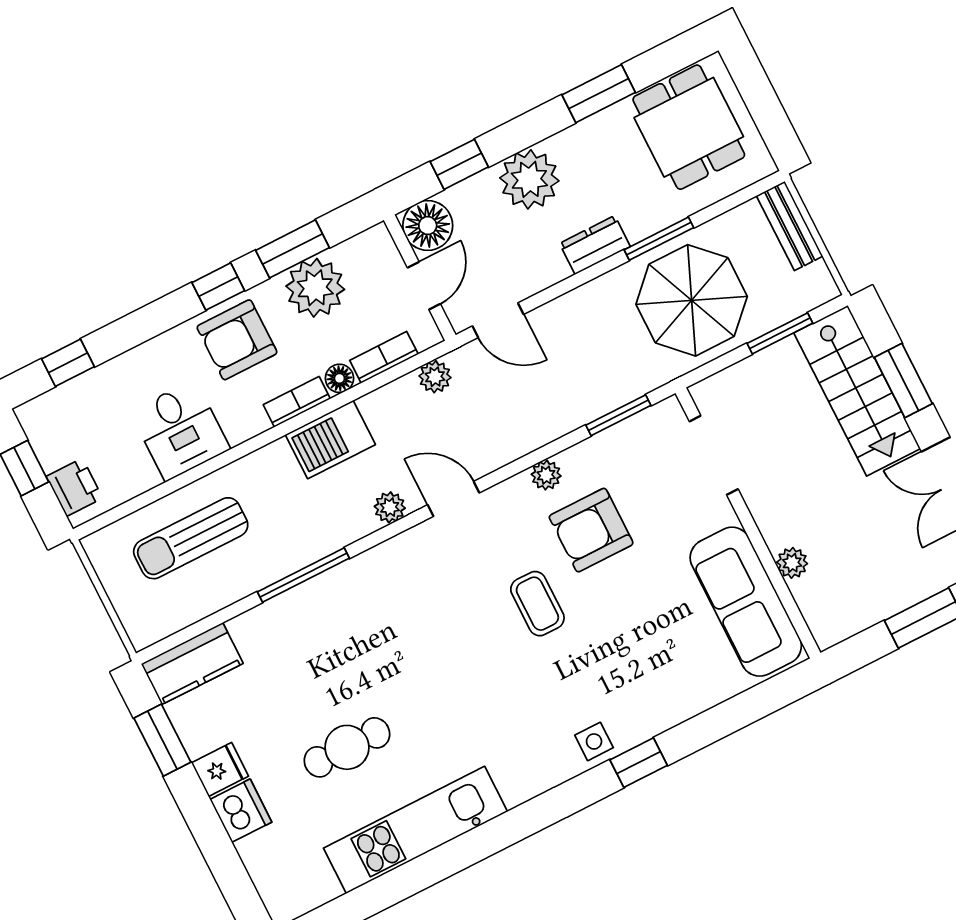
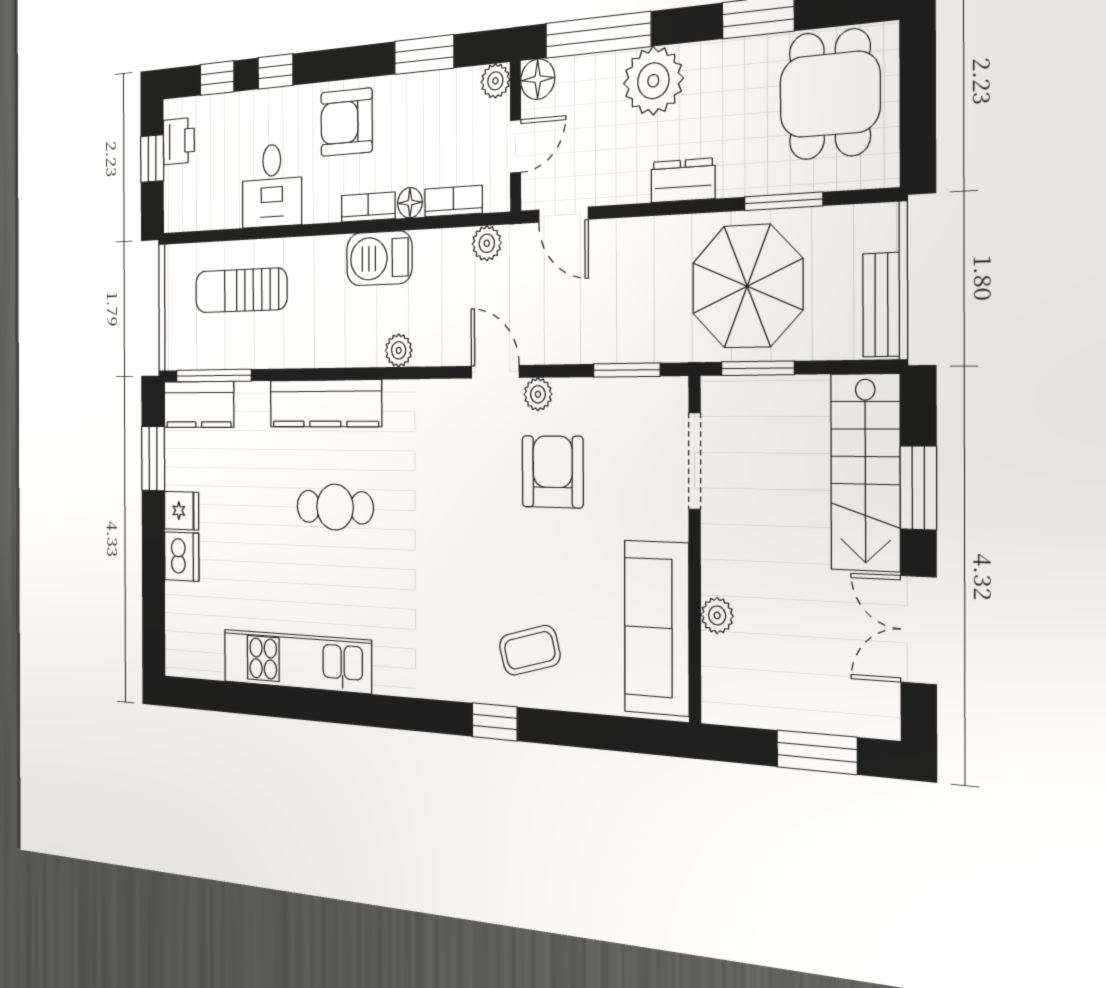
window: (459, 164) -> (598, 35), width x2.17
floor lamp: (428, 226) -> (538, 79), width x0.73, depth x0.73
bench: (790, 226) -> (881, 305), moved
window: (659, 239) -> (783, 201), moved
window: (218, 287) -> (275, 71), moved
plant: (315, 288) -> (495, 81), moved, width x0.53, depth x0.53
window: (780, 333) -> (758, 368), moved
printer: (74, 487) -> (179, 141), moved
door: (454, 499) -> (495, 372), moved
armchair: (591, 530) -> (553, 472), turned 90
window: (303, 575) -> (214, 376), moved
kitchen counter: (335, 591) -> (325, 403), added
coffee table: (537, 604) -> (530, 650), moved, turned 75
side table: (594, 741) -> (467, 677), removed
cafe table: (347, 747) -> (335, 507), moved

